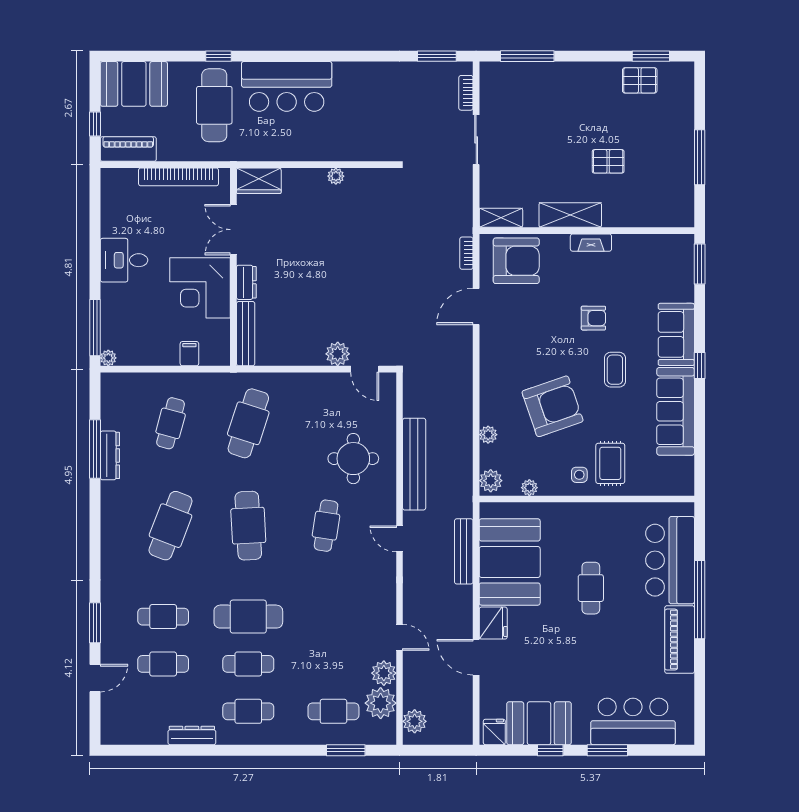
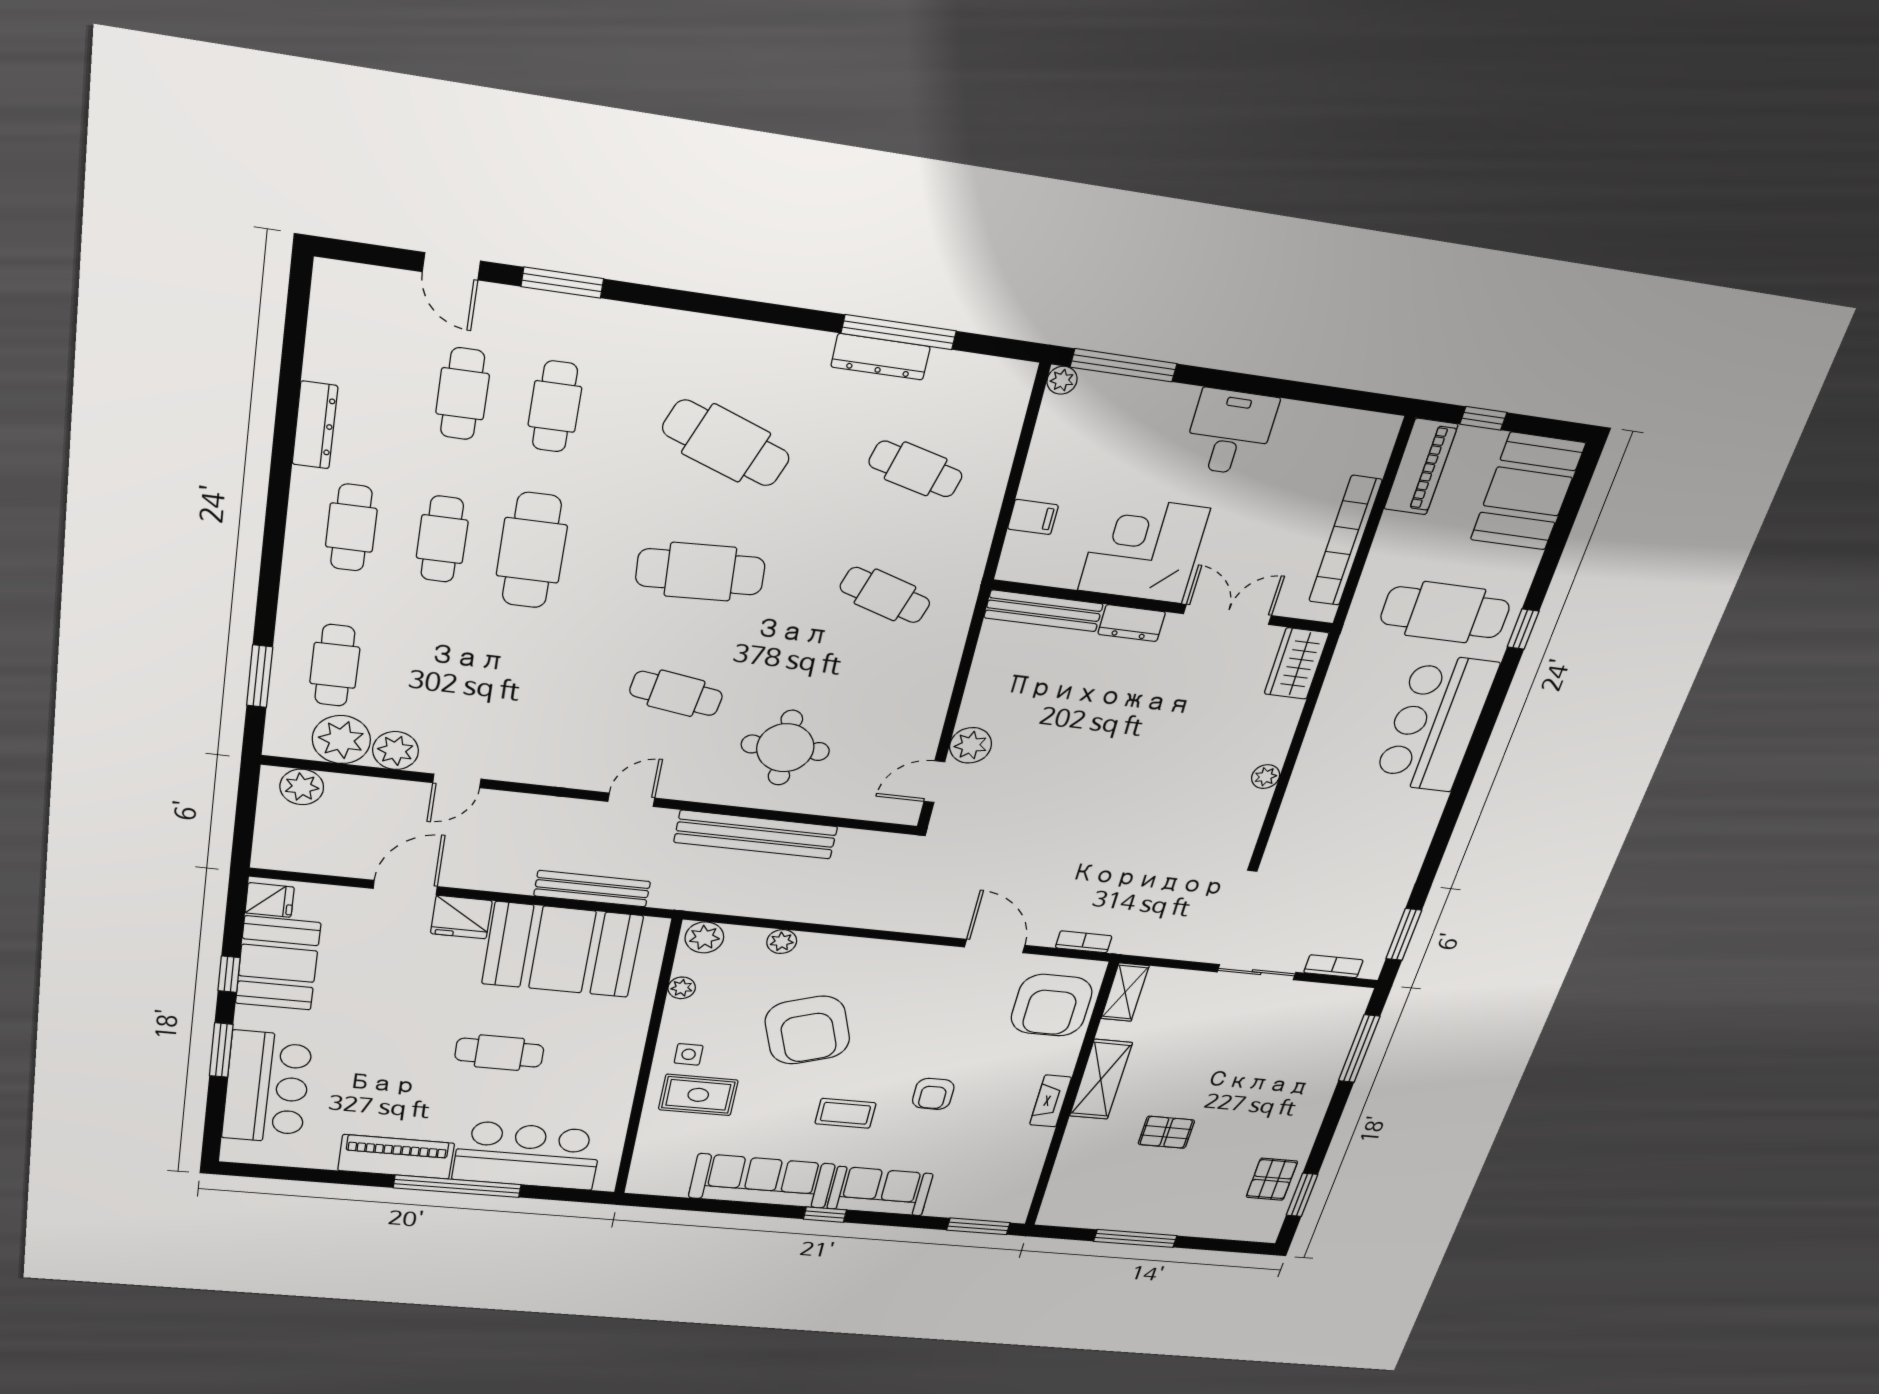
pallet: (608, 161) -> (1166, 1132), turned 90
cafe table: (248, 423) -> (885, 595), width x0.73, depth x0.74

